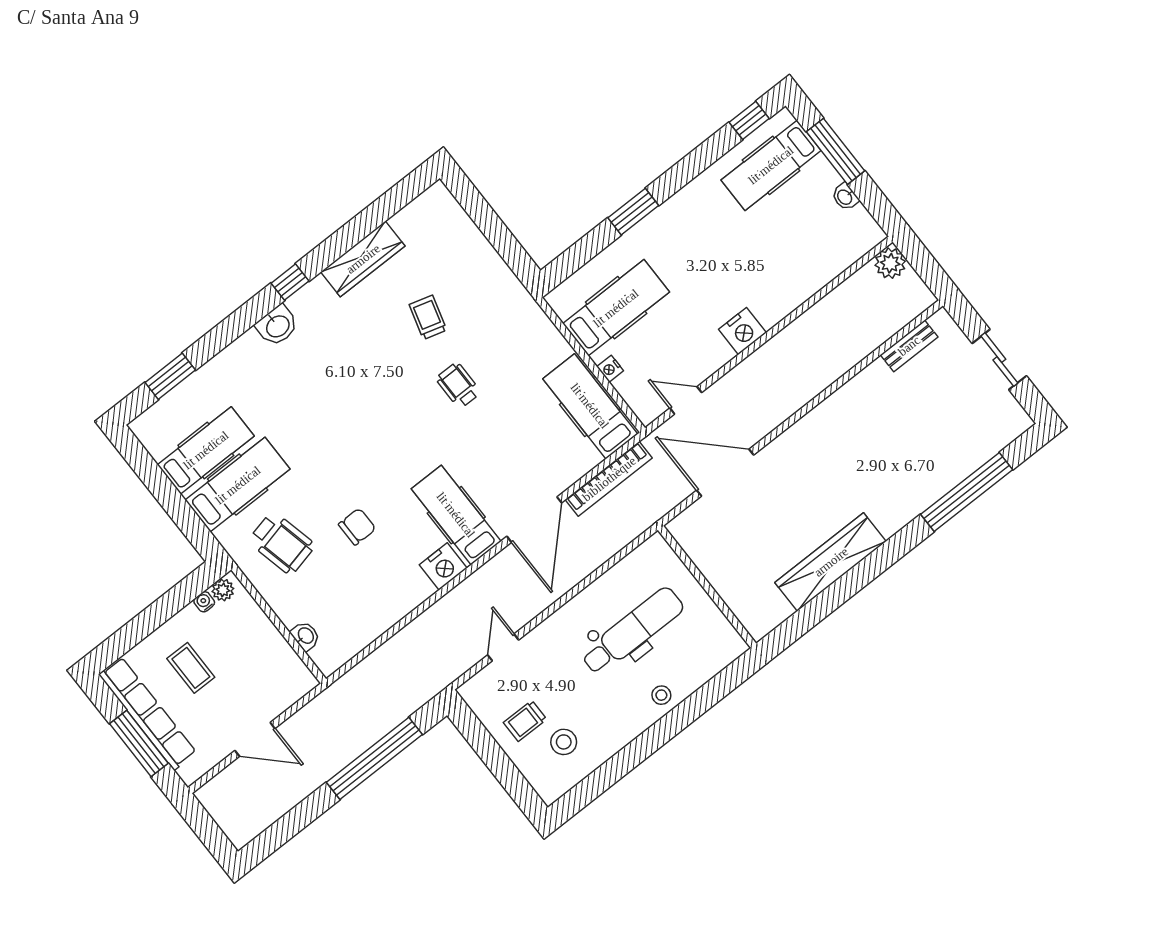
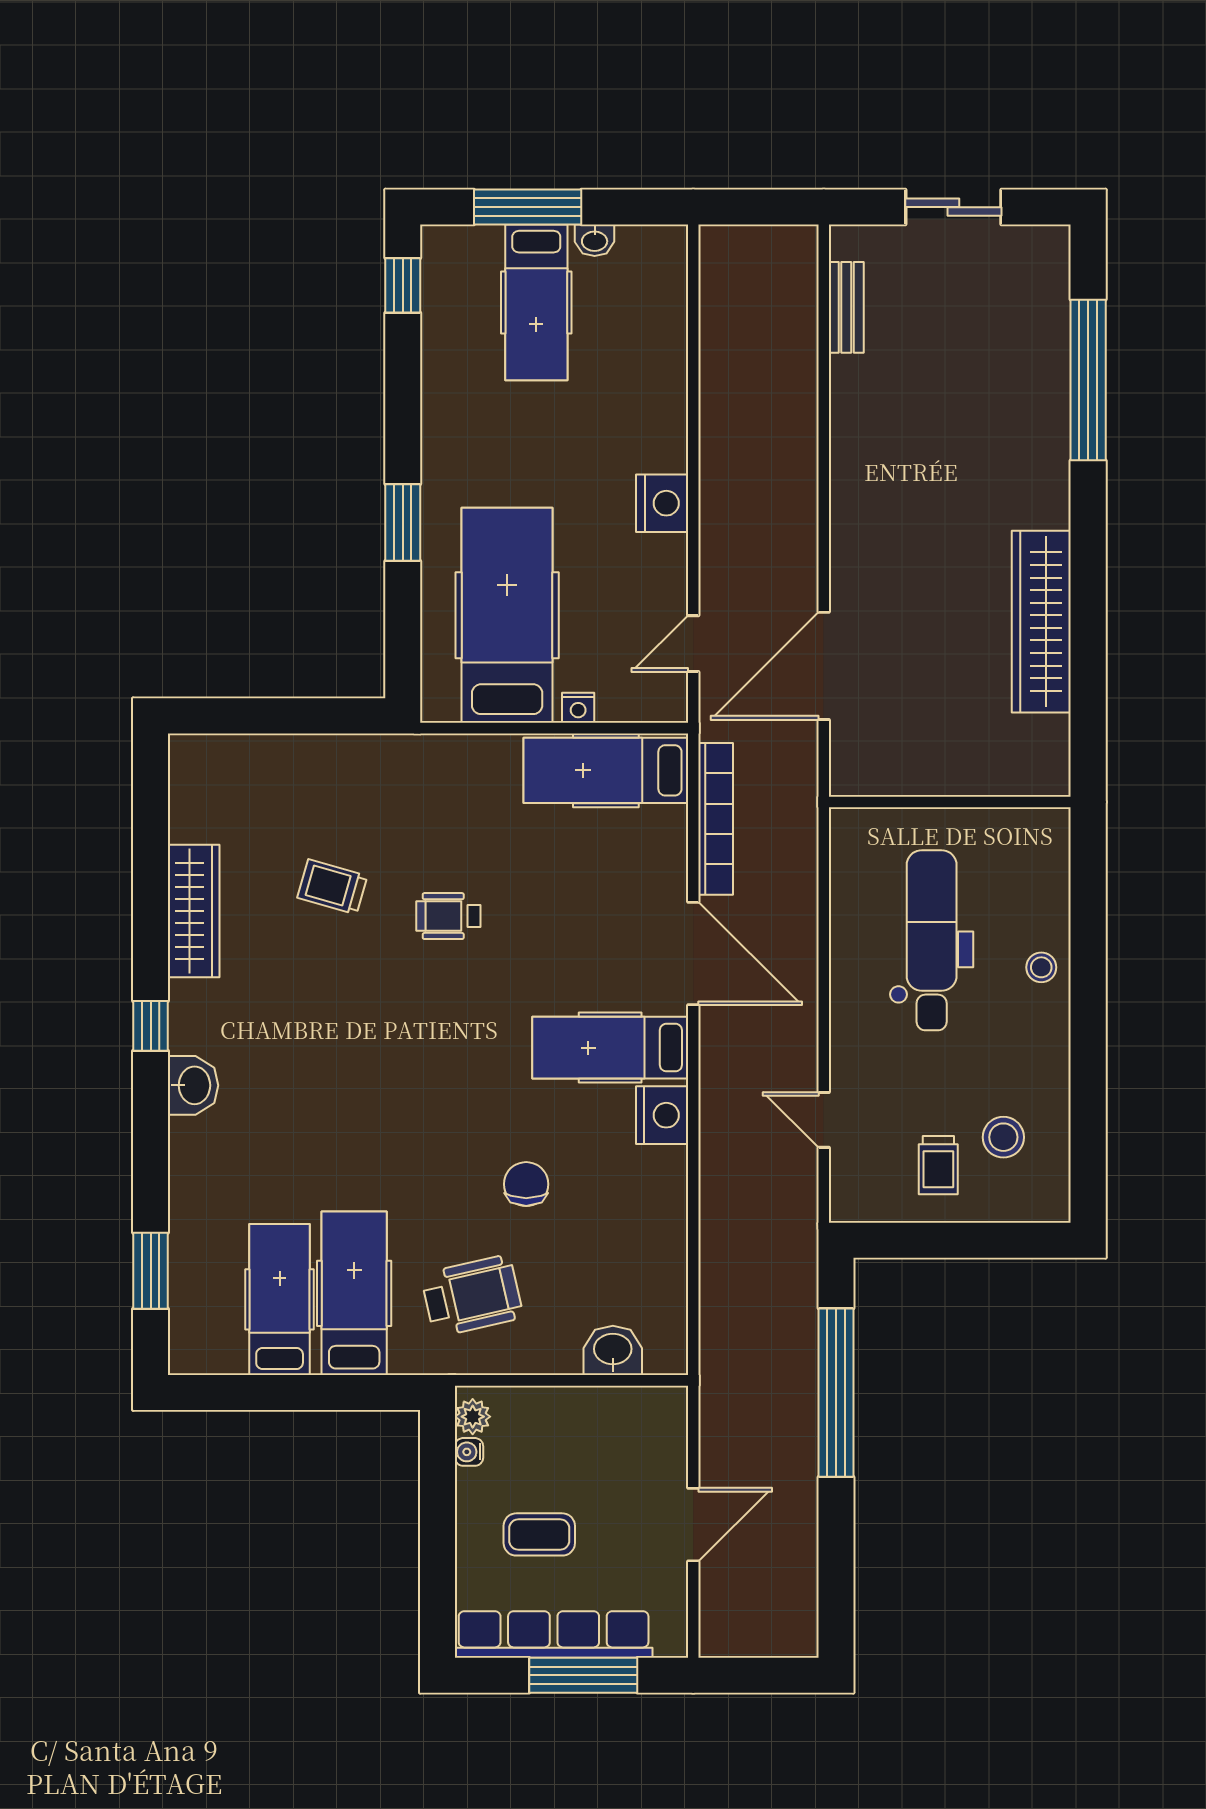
hospital bed: (771, 165) -> (536, 302), moved
plant: (890, 263) -> (723, 249), removed
hospital bed: (616, 308) -> (507, 615), width x1.37, depth x1.29
washbasin: (305, 636) -> (613, 1350), width x1.38, depth x1.45

